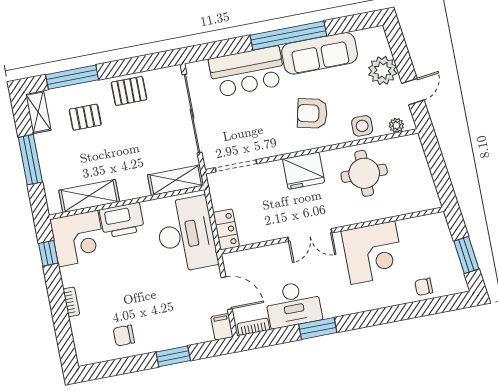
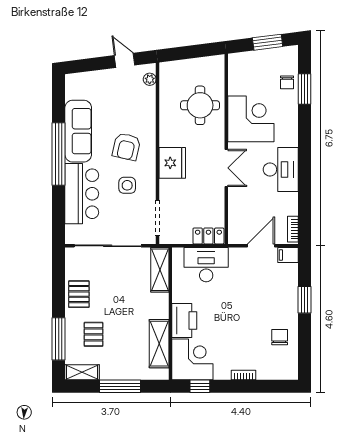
plant: (383, 71) -> (102, 82), removed
side table: (362, 126) -> (127, 185), moved
round table: (364, 173) -> (200, 105), moved
desk: (186, 234) -> (206, 265), width x0.73, depth x0.77
desk: (293, 304) -> (281, 169), moved
window: (318, 328) -> (305, 89), moved
chair: (124, 336) -> (280, 337), turned 180

